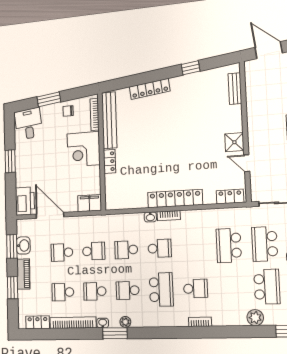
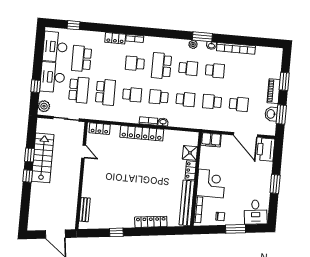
shower: (234, 142) -> (190, 153), moved
school desk: (63, 292) -> (132, 95), moved
plant: (255, 318) -> (93, 37), removed
locker: (37, 322) -> (115, 38), moved

